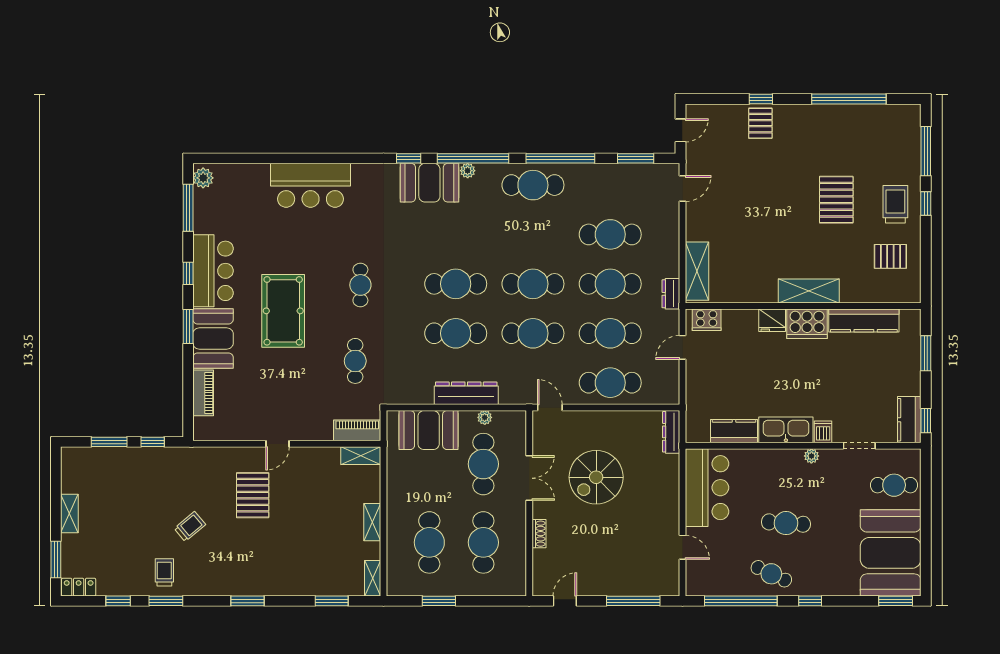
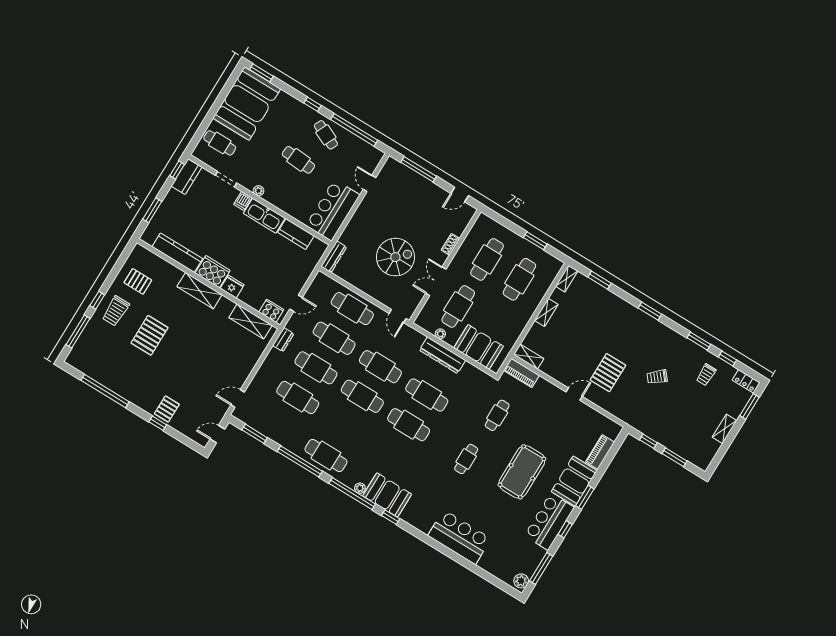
shelving: (697, 271) -> (250, 322), moved, turned 90
trolley: (164, 572) -> (706, 375), moved

